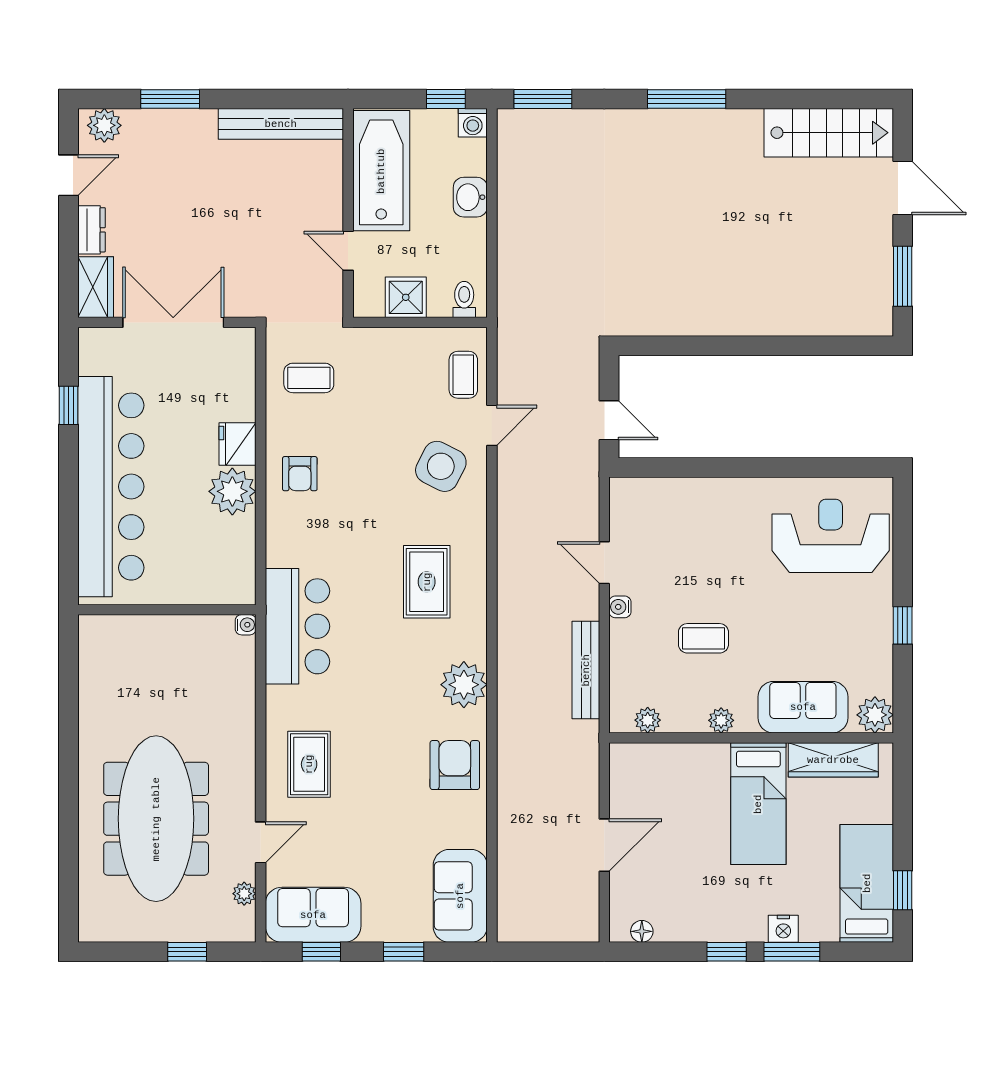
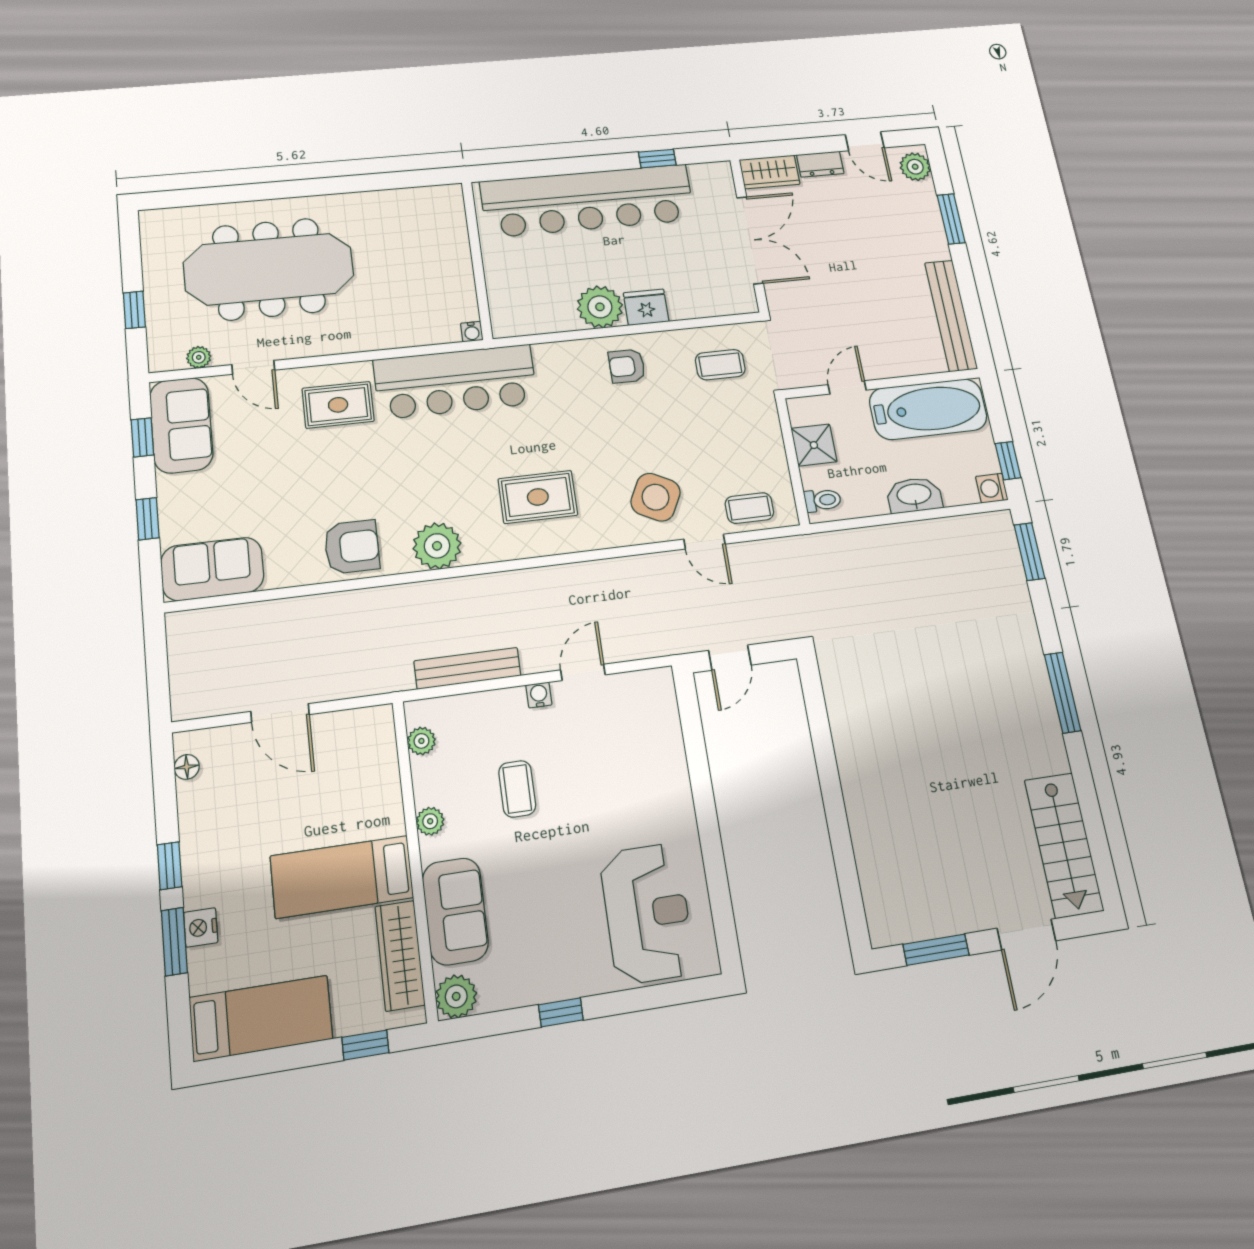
washbasin: (470, 197) -> (914, 495), width x1.38
coffee table: (309, 378) -> (720, 365), turned 90
bar counter: (297, 626) -> (455, 382), width x1.36
window: (903, 890) -> (365, 1045), moved

